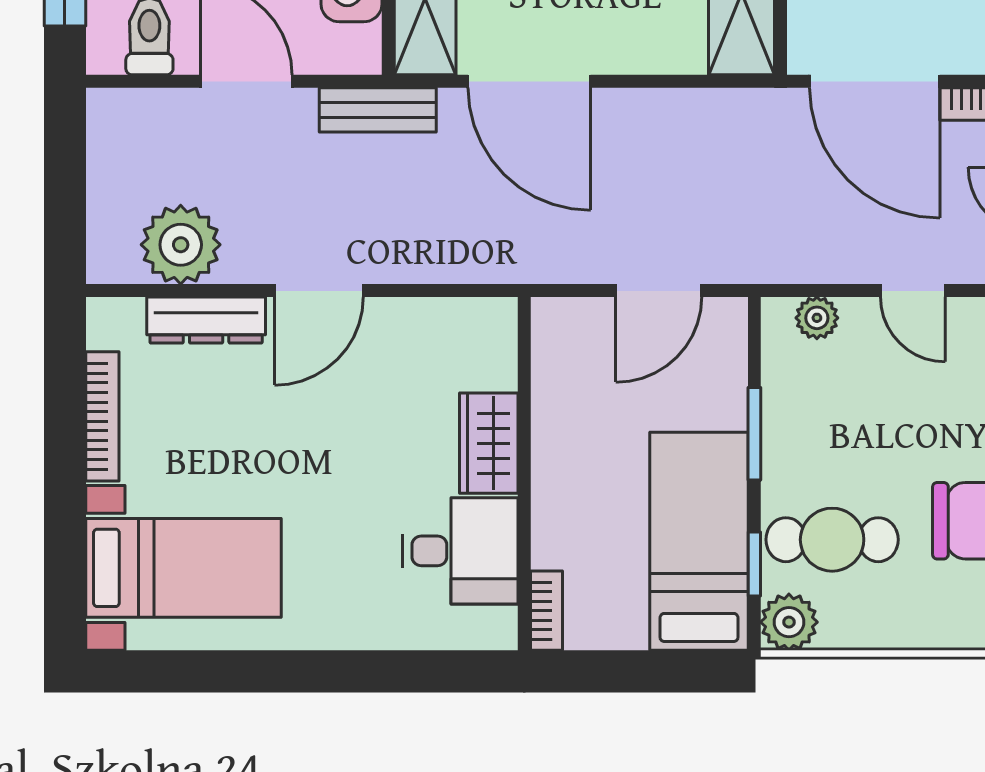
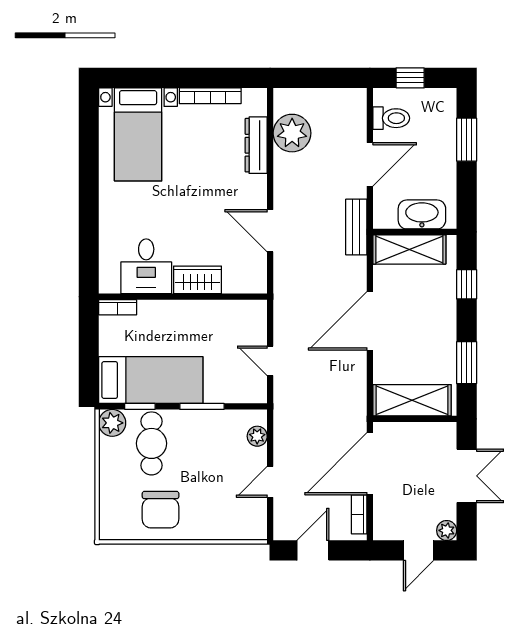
door: (529, 81) -> (370, 321), moved
door: (319, 291) -> (270, 231), moved
door: (659, 291) -> (270, 361), width x0.73

